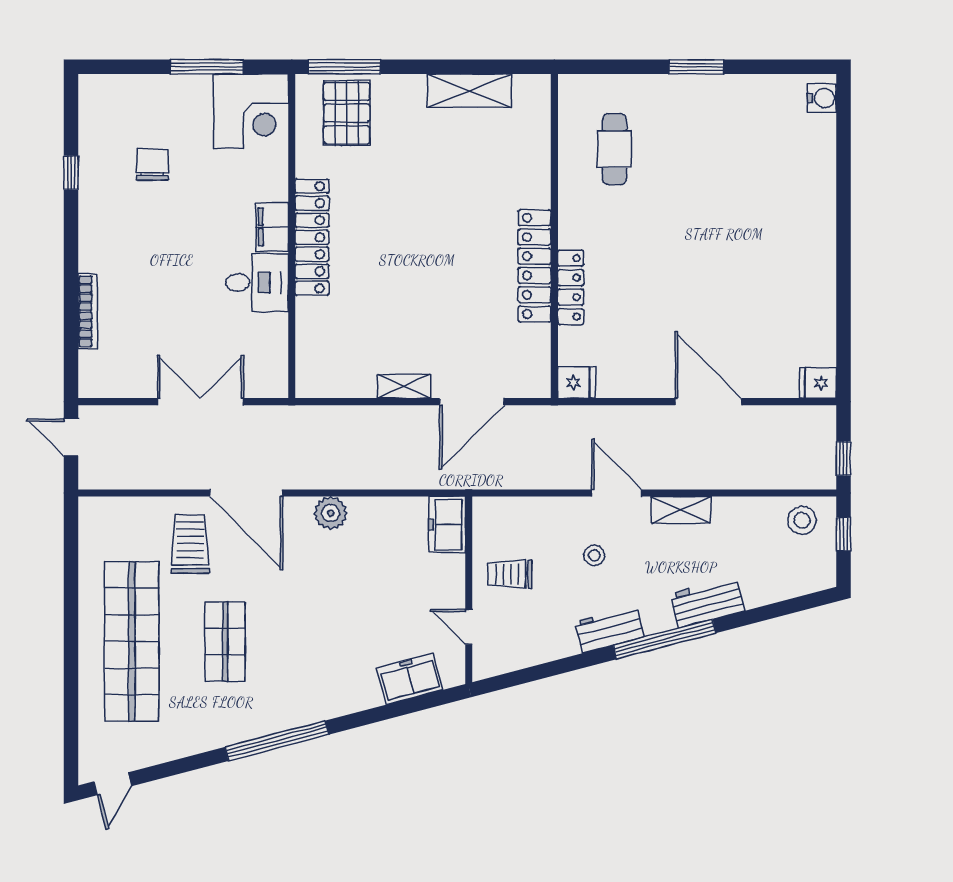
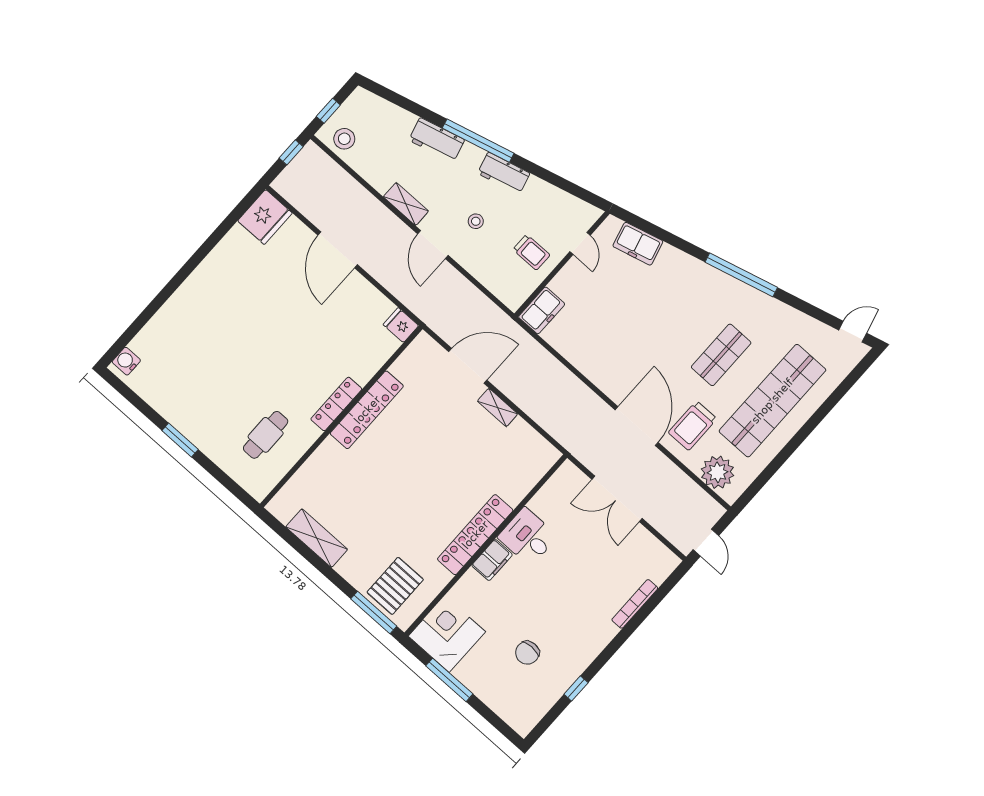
locker: (571, 287) -> (336, 404), moved
fridge: (818, 383) -> (265, 217), width x1.88, depth x1.34
plant: (331, 513) -> (718, 472), moved, width x1.36, depth x1.36

